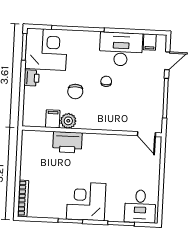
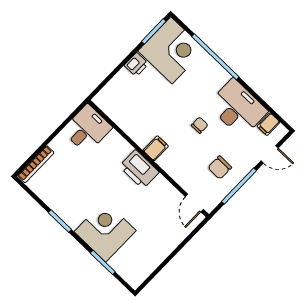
chair: (75, 91) -> (220, 168), moved
filing cabinet: (53, 119) -> (156, 148), moved
plant: (68, 121) -> (136, 131), removed
printer: (67, 142) -> (139, 169), moved
corner desk: (86, 201) -> (105, 231), moved
desk: (140, 206) -> (87, 129), moved, turned 180

